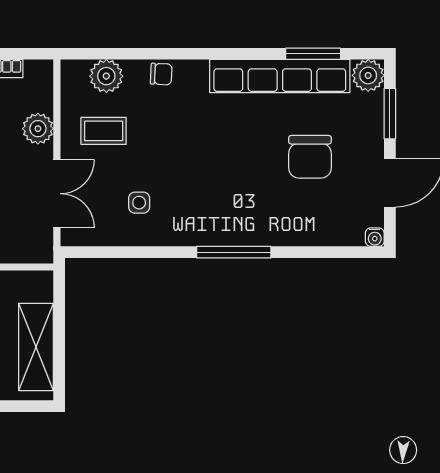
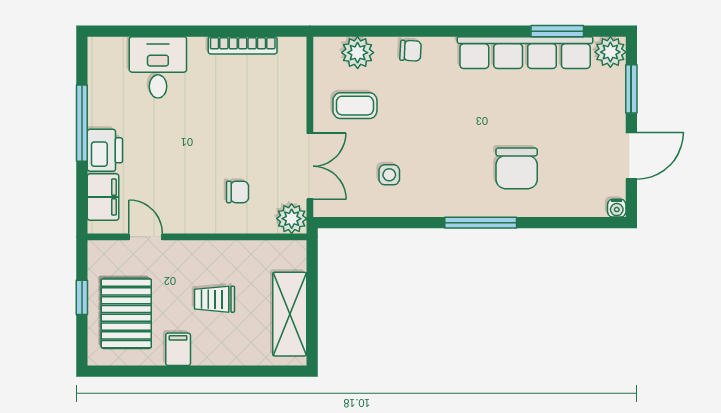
plant: (38, 129) -> (292, 219), moved
chair: (310, 157) -> (517, 168), moved

